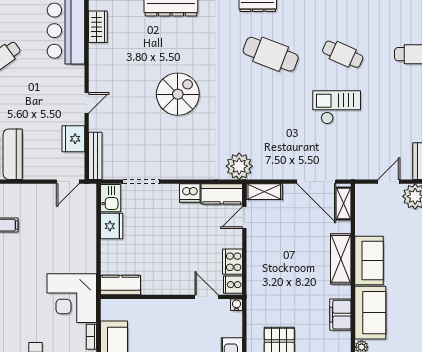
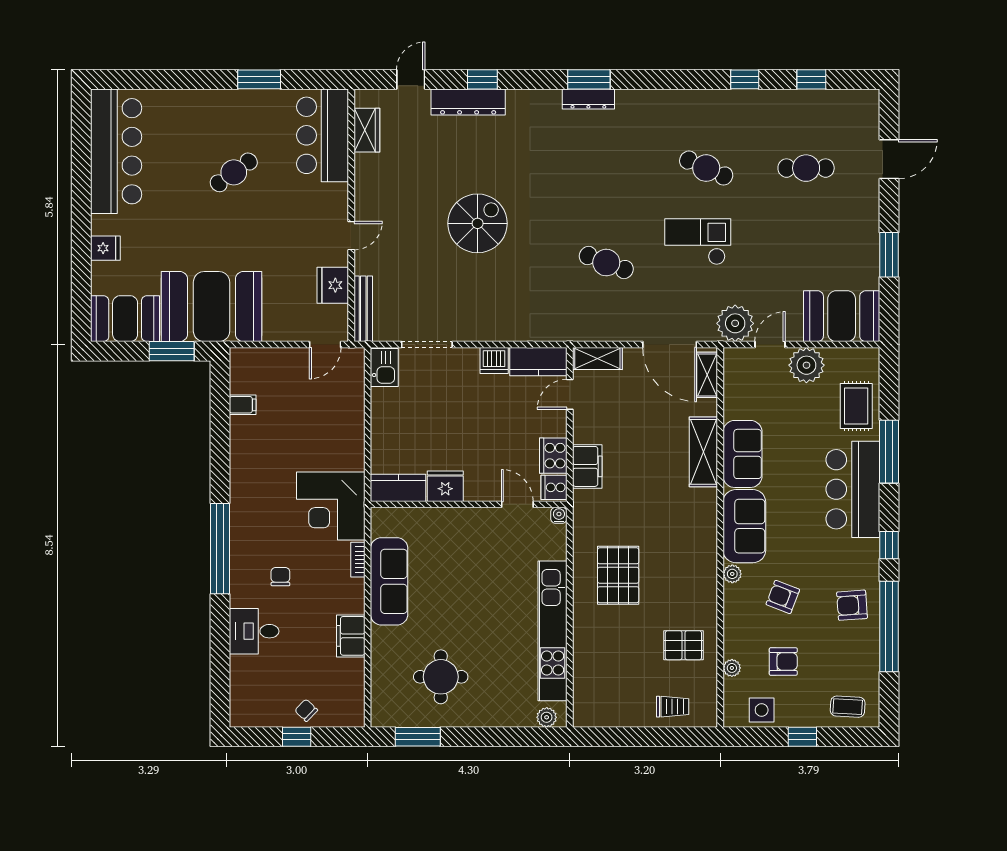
cafe table: (271, 54) -> (606, 263), moved, width x0.73, depth x0.74
plant: (239, 166) -> (735, 323), moved
fridge: (112, 226) -> (445, 486), moved, turned -90
filing cabinet: (340, 315) -> (587, 466), moved, turned 180

